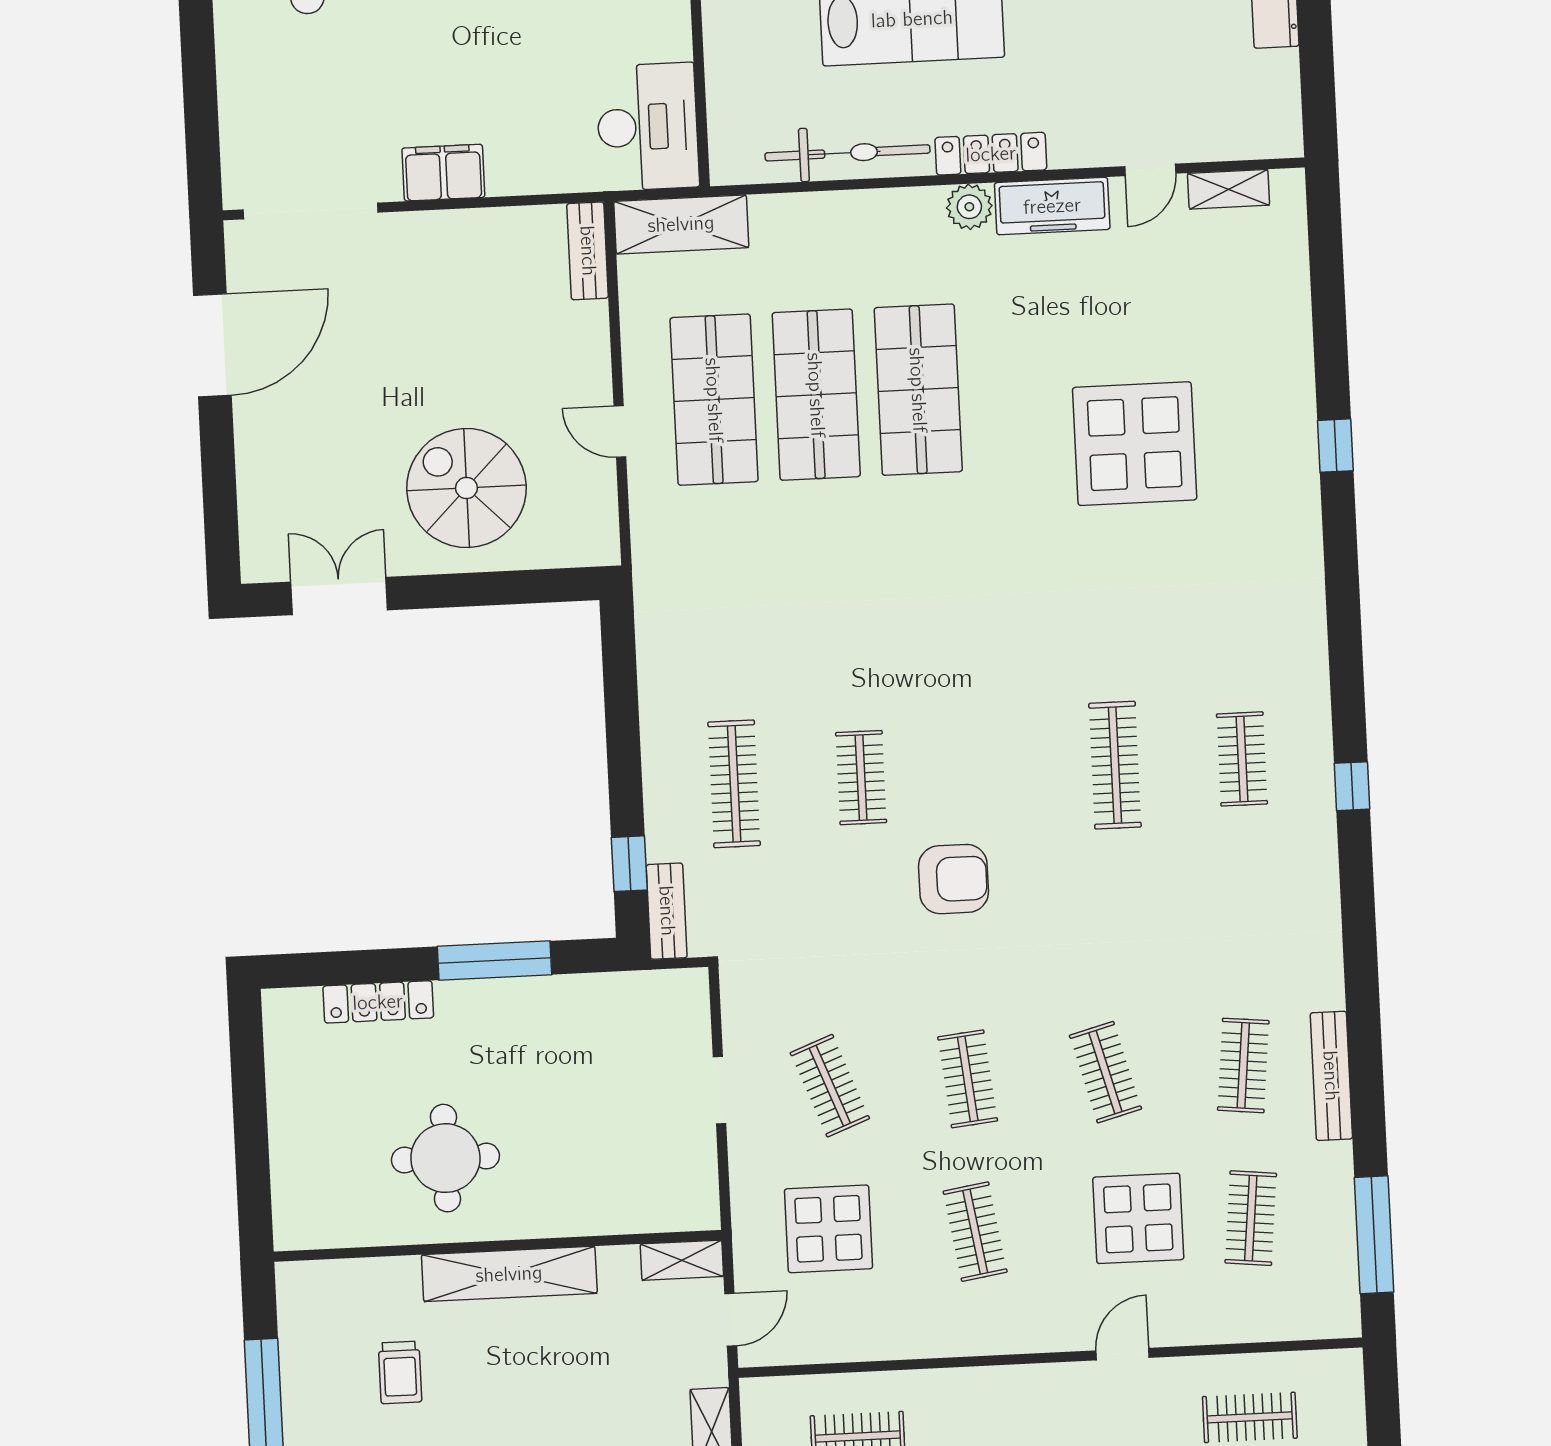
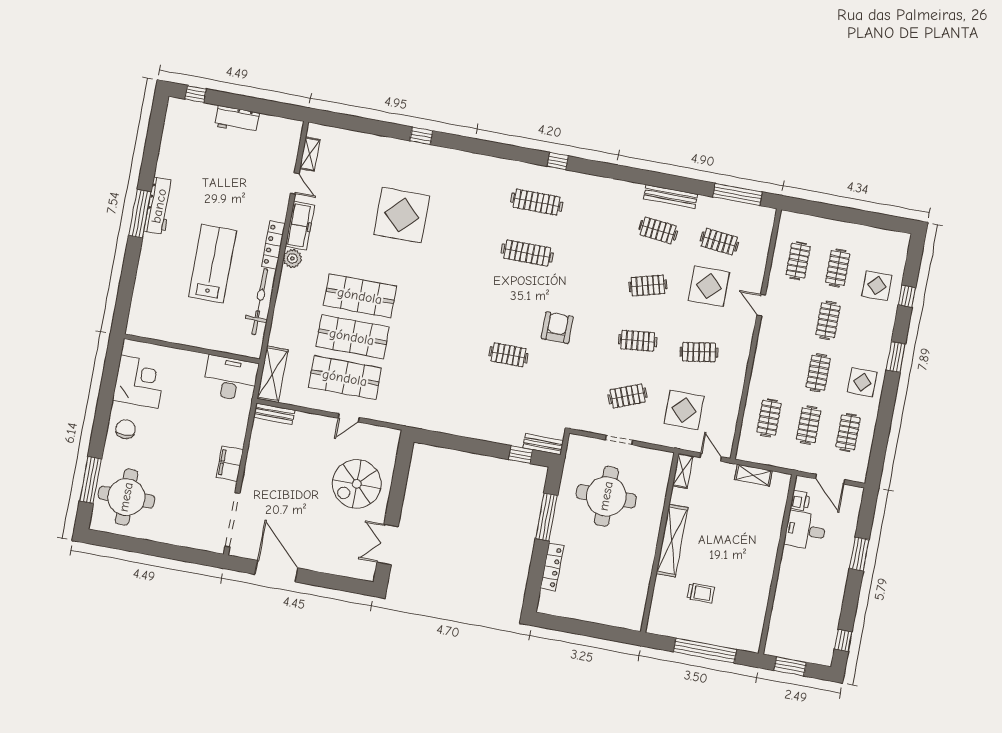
clothes rail: (1242, 759) -> (537, 202), width x1.36
clothes rail: (734, 784) -> (499, 406), removed
round table: (445, 1158) -> (606, 496), moved, width x1.36, depth x1.36

